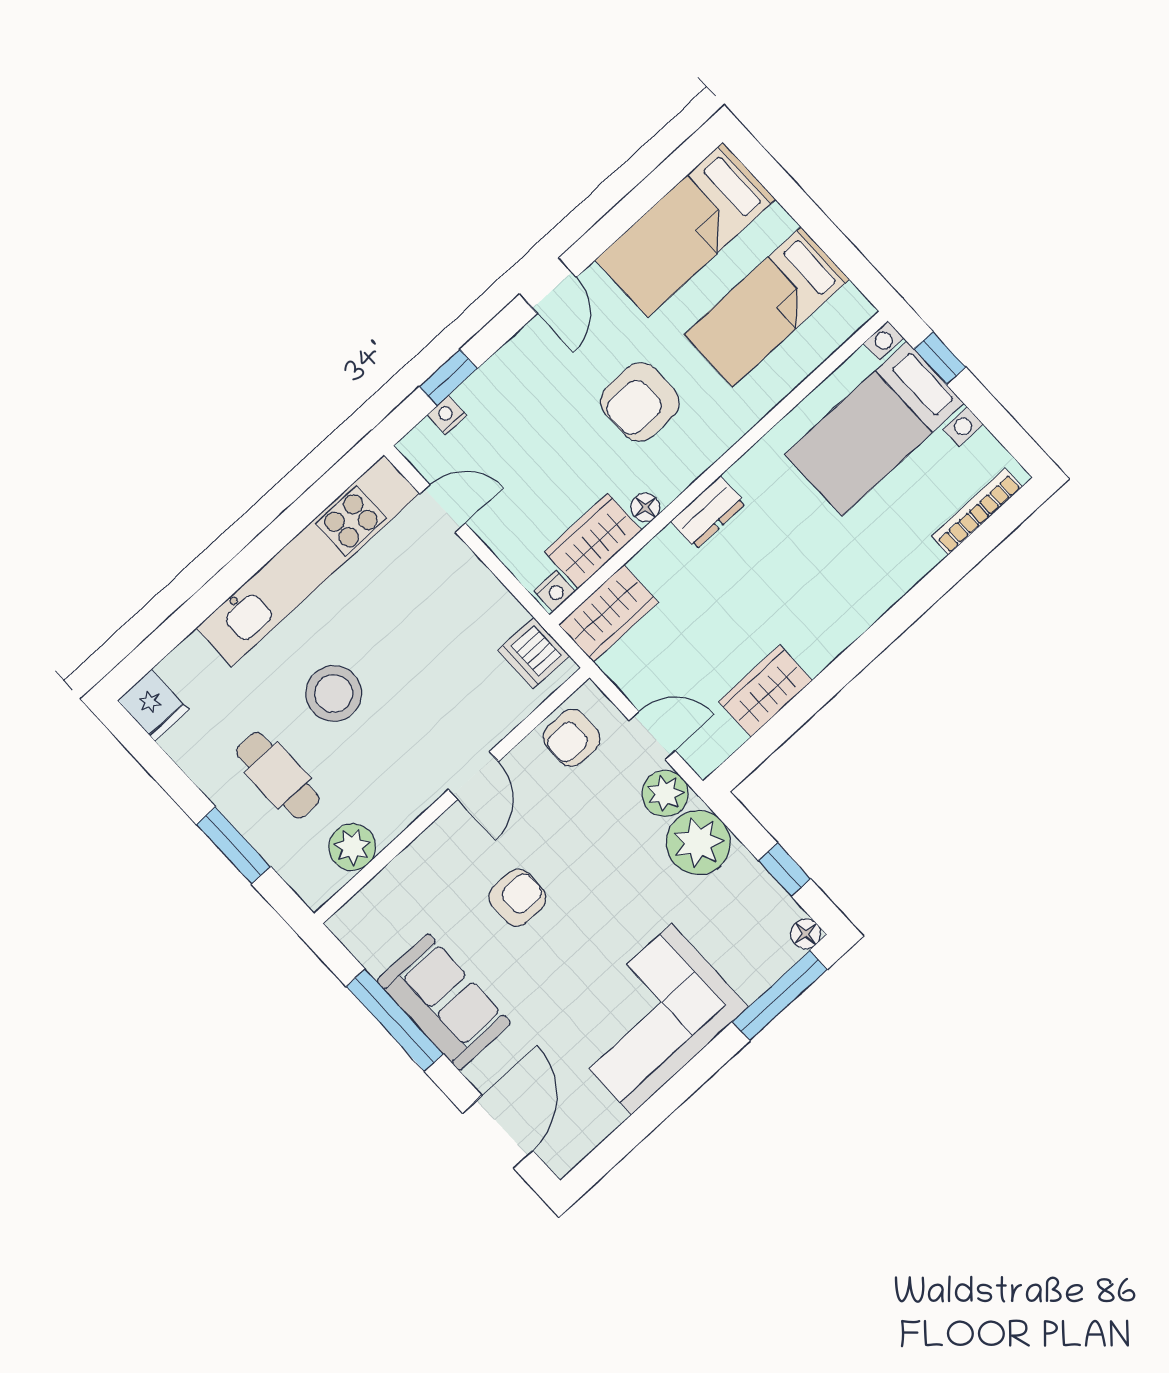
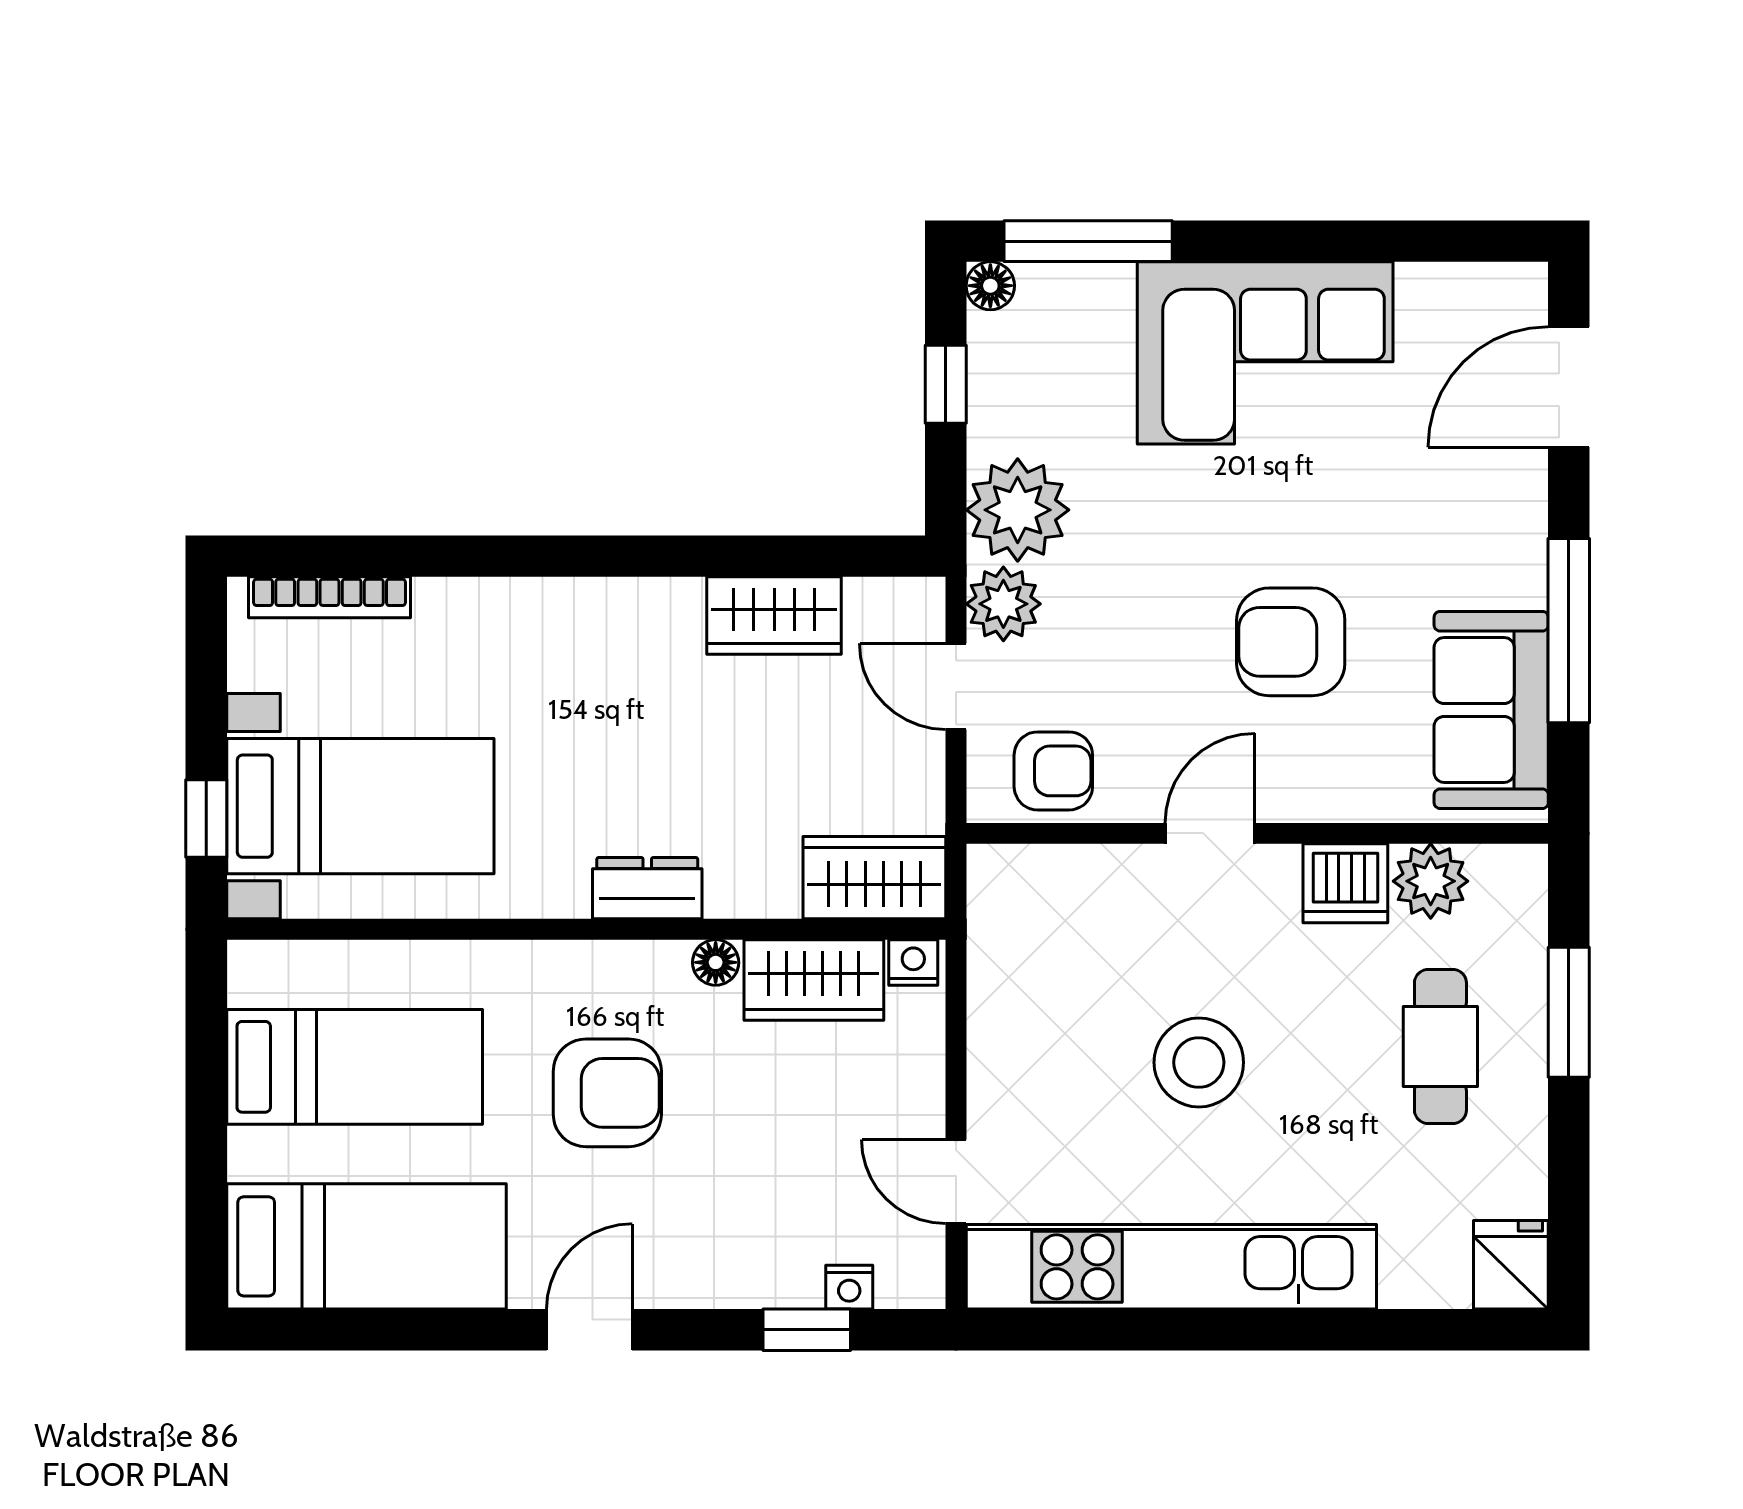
dishwasher: (534, 653) -> (1345, 883), moved, turned 90
stool: (334, 693) -> (1199, 1062), moved
armchair: (517, 898) -> (1291, 642), width x1.38, depth x1.38
sofa: (444, 1002) -> (1491, 710), moved

